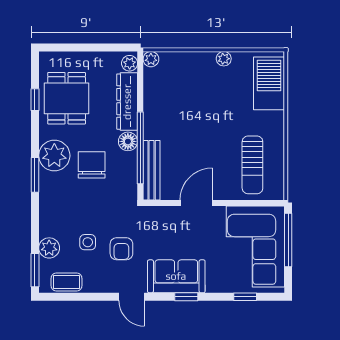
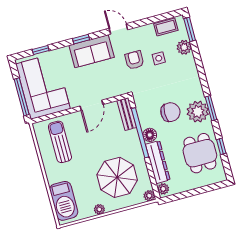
parasol: (188, 96) -> (117, 177), added
chair: (92, 165) -> (170, 112), turned -90
bench: (152, 170) -> (127, 114), width x0.73
window: (35, 175) -> (211, 108), moved

